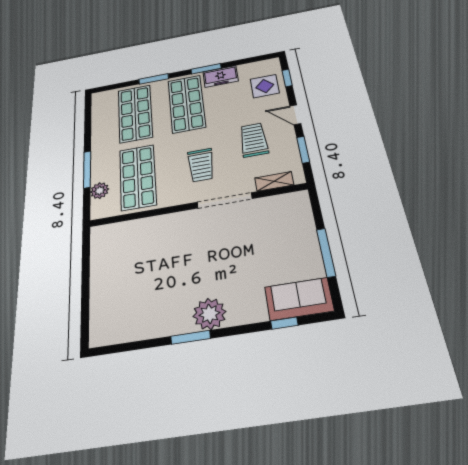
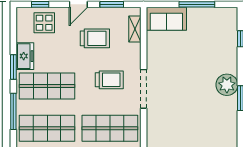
window: (154, 79) -> (13, 111), width x1.44
trolley: (254, 140) -> (95, 38), turned 180
doorway: (225, 200) -> (144, 89), moved
sofa: (299, 299) -> (166, 19), moved, turned -90

